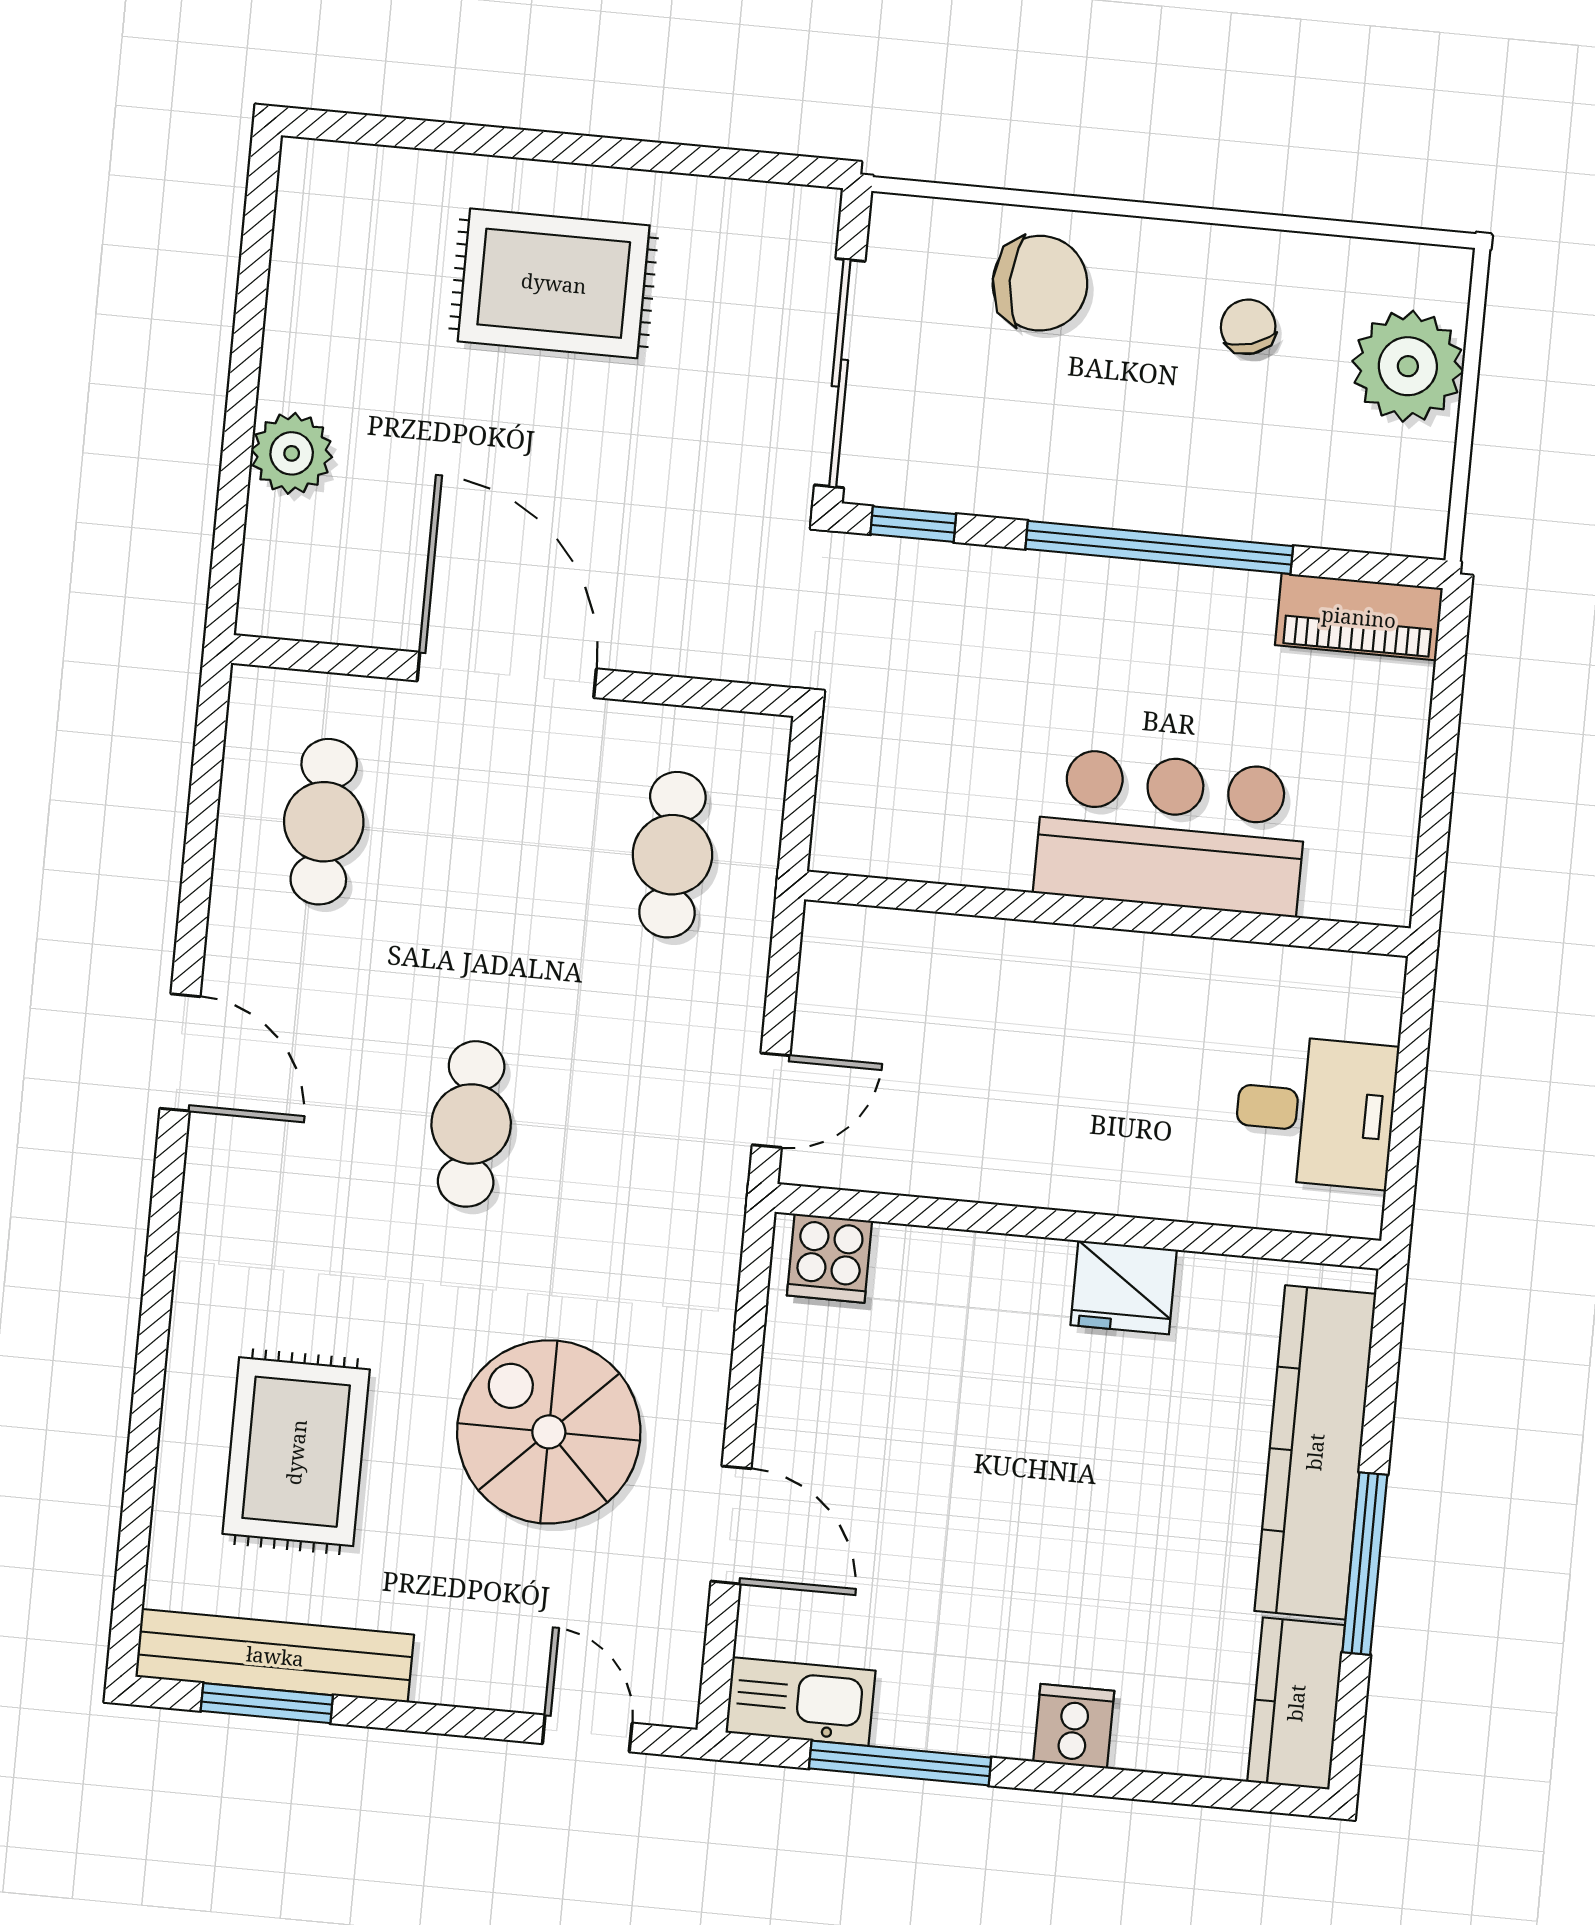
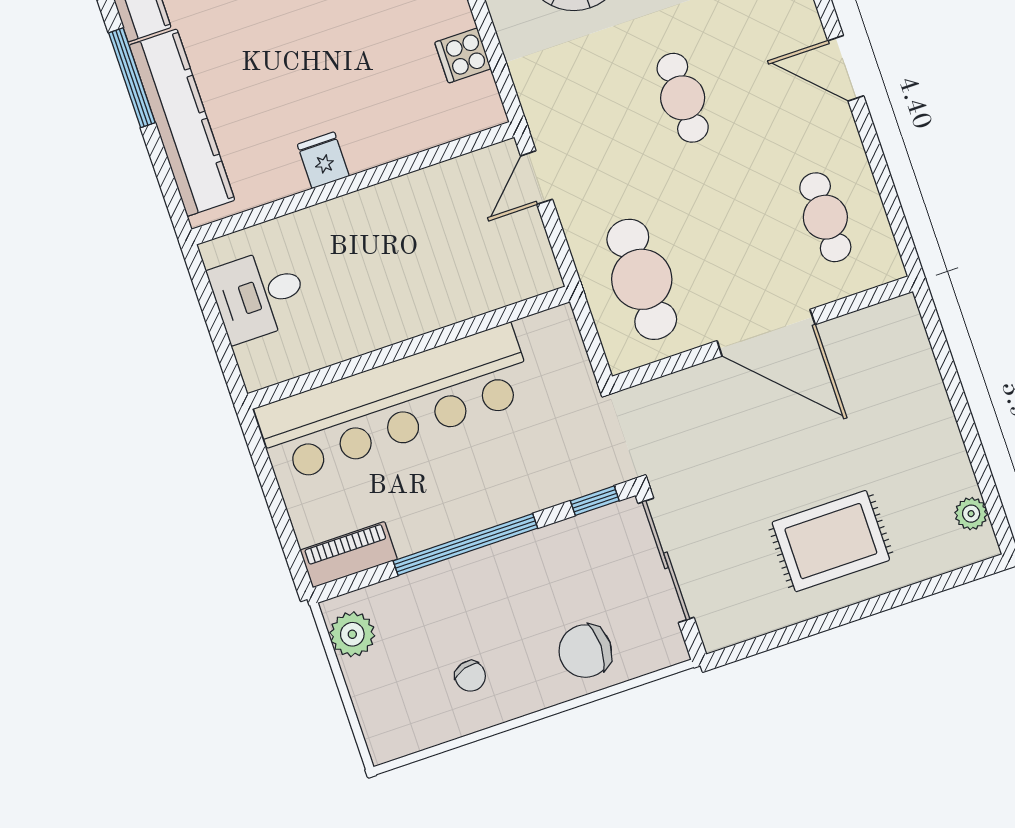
plant: (1408, 366) -> (352, 634), moved, width x0.73, depth x0.73
plant: (292, 453) -> (971, 514), moved, width x0.73, depth x0.73
bar counter: (1171, 832) -> (395, 403), width x1.86
cafe table: (672, 855) -> (642, 279), width x1.37, depth x1.35
cooker: (830, 1258) -> (463, 55), moved, turned -90
fridge: (1124, 1287) -> (323, 160), width x0.72

